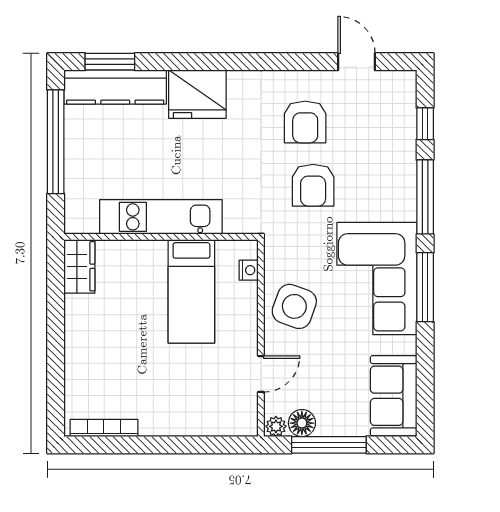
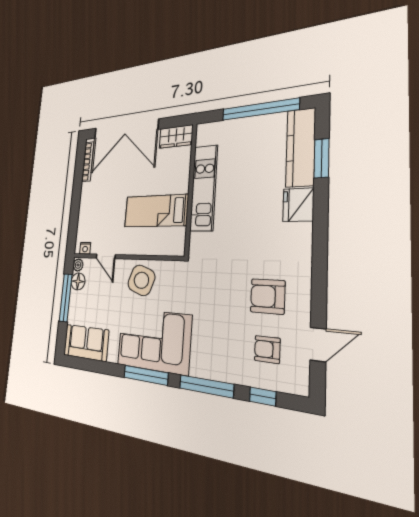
window: (110, 62) -> (321, 158), moved
fridge: (197, 94) -> (298, 205), width x0.73, depth x0.75
armchair: (313, 185) -> (267, 349), moved, width x0.72, depth x0.72
nightstand: (249, 270) -> (85, 248), moved
double door: (56, 358) -> (125, 129), added

